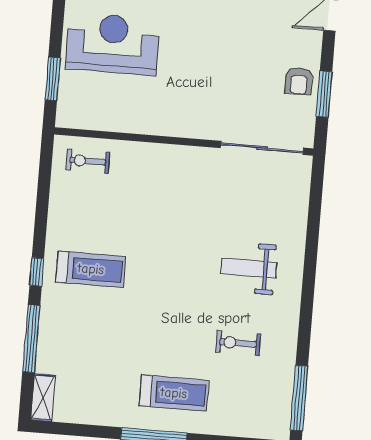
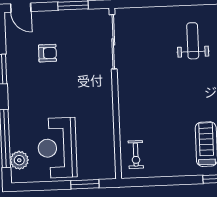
armchair: (299, 81) -> (47, 53), moved
weight bench: (249, 268) -> (193, 41), turned 180

